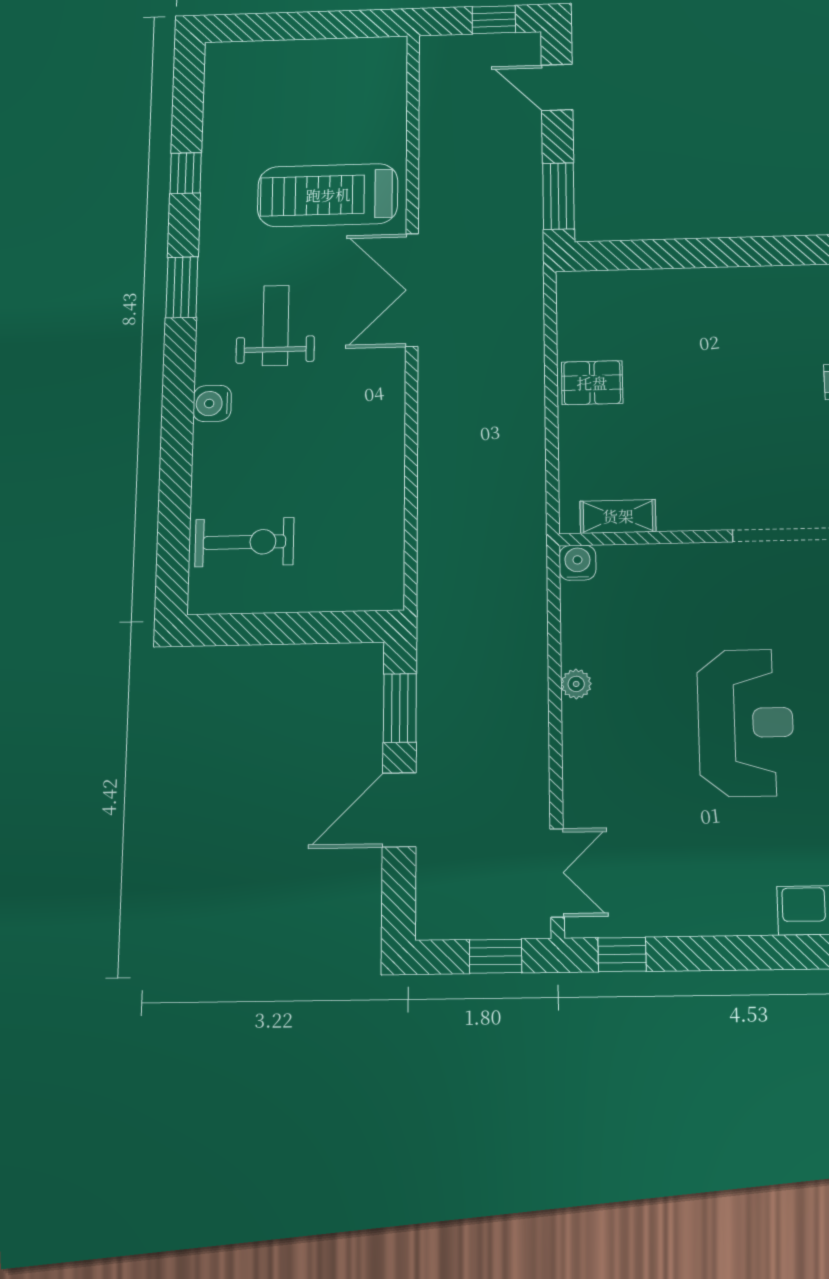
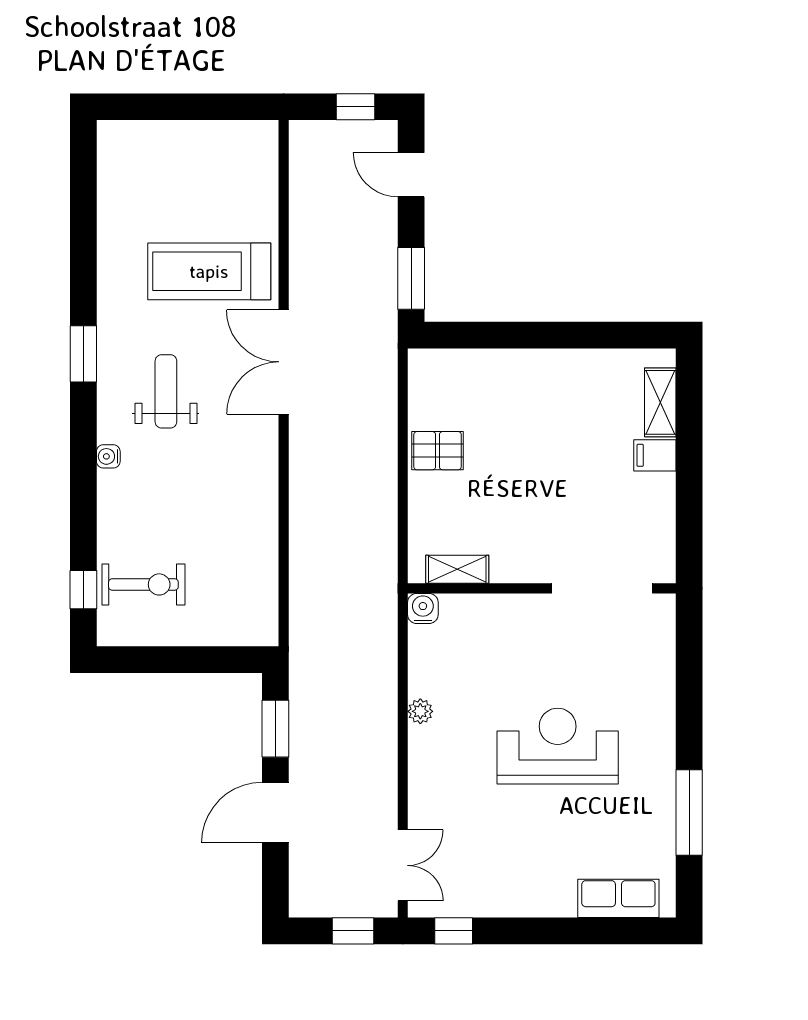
window: (186, 173) -> (83, 590), moved
water cooler: (212, 403) -> (108, 456), width x0.72, depth x0.72
reception desk: (746, 723) -> (558, 746), turned -90

